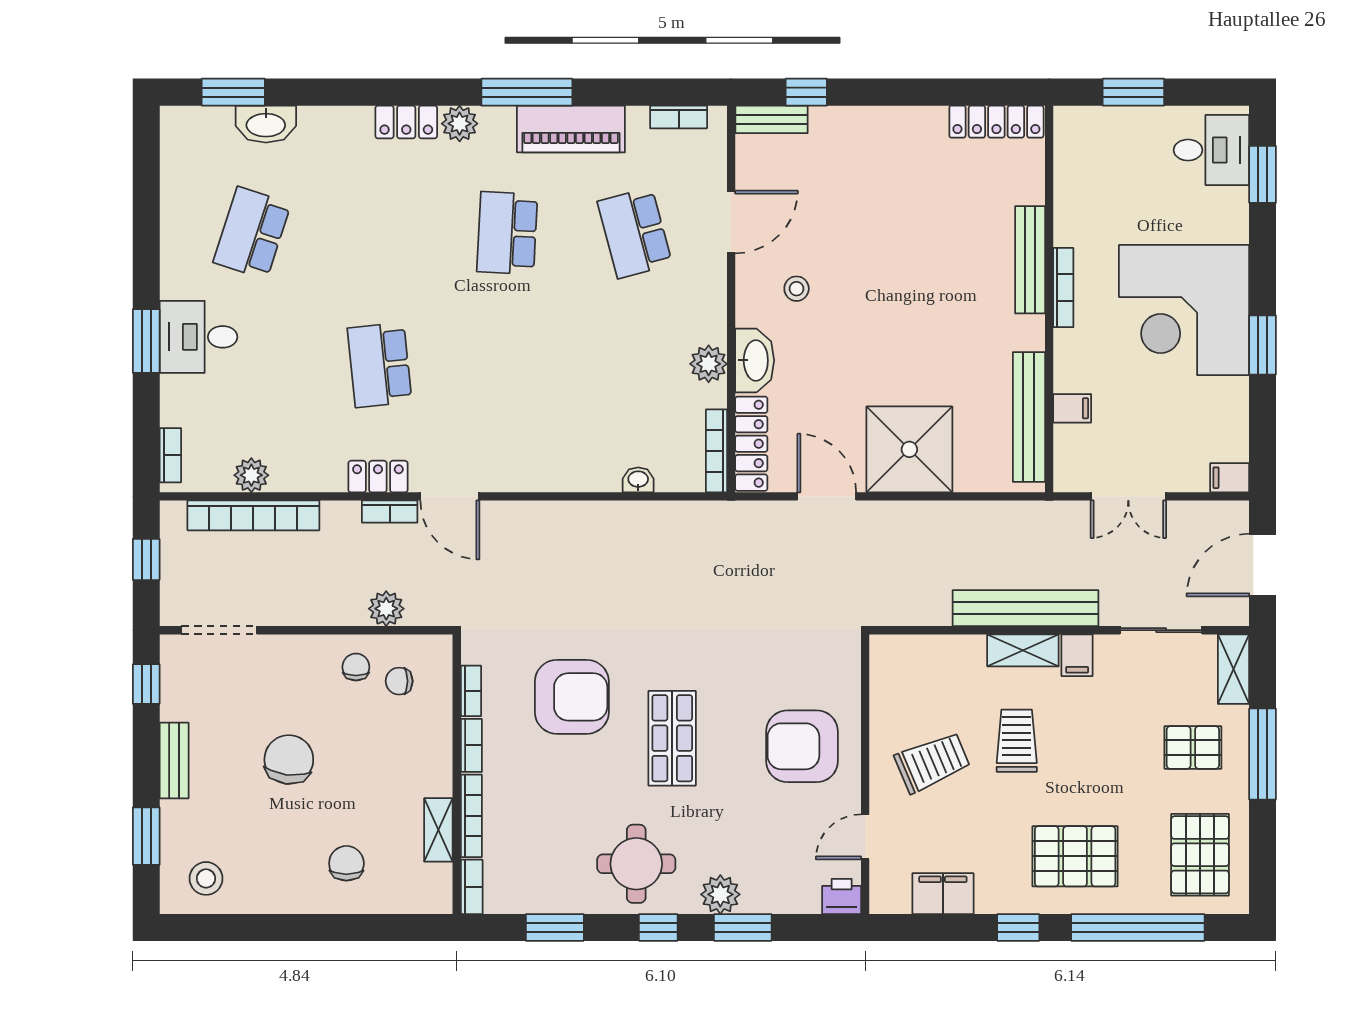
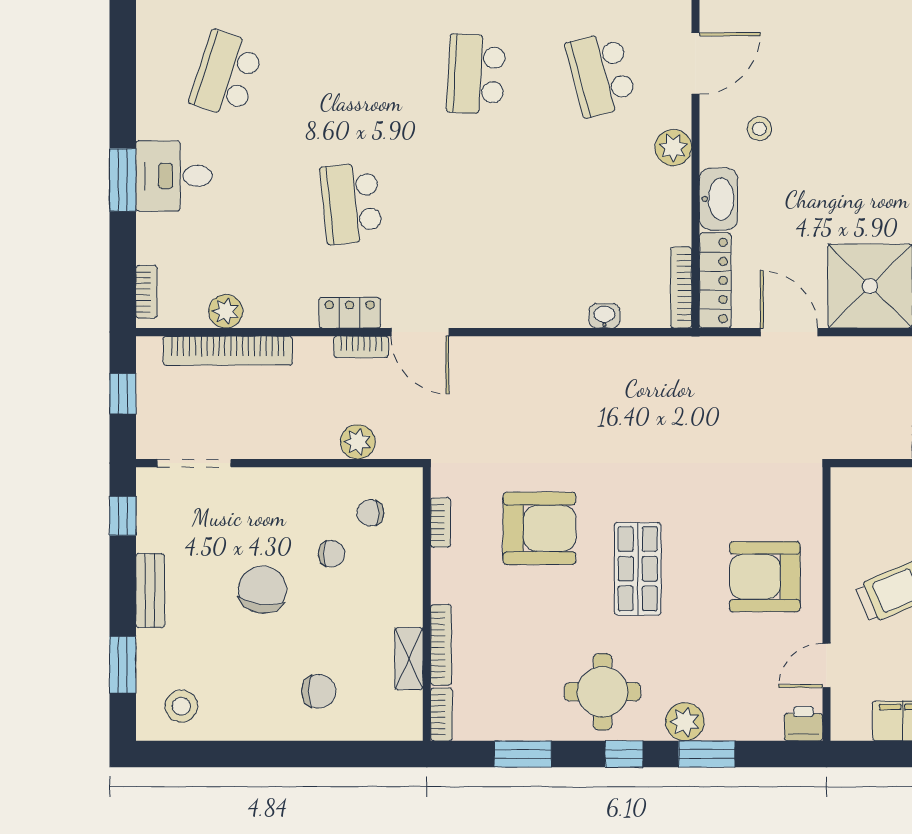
plant: (709, 364) -> (673, 148), moved
chair: (356, 667) -> (332, 554), moved, turned 90
bookcase: (471, 745) -> (441, 576), removed
chair: (346, 863) -> (319, 691), turned 90

